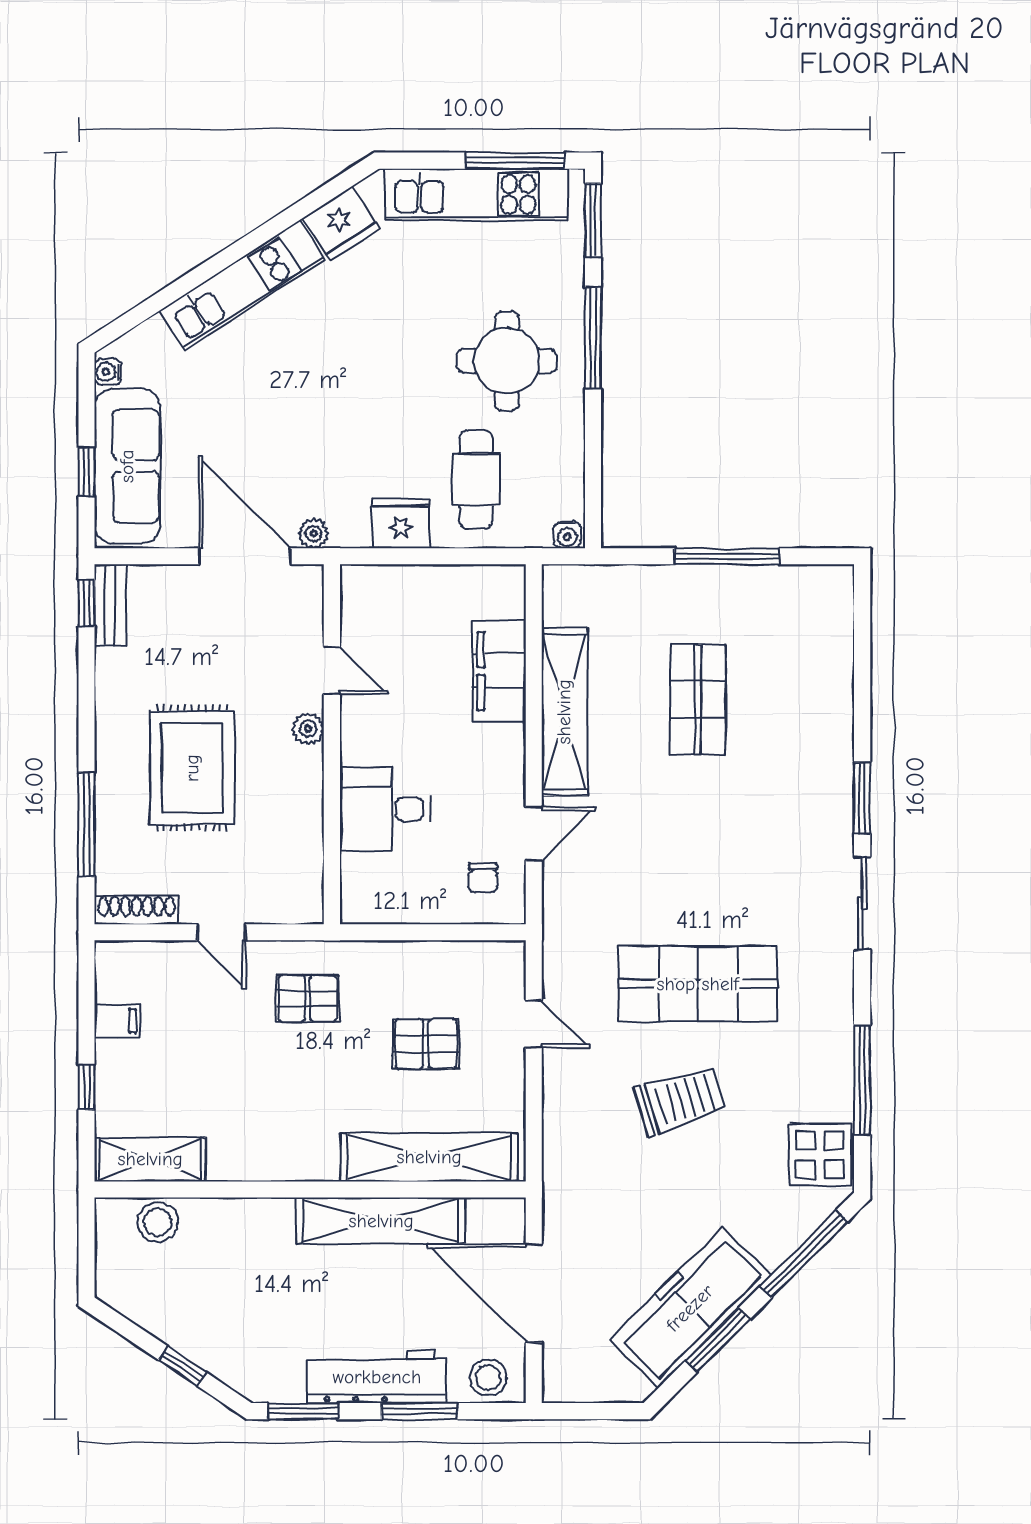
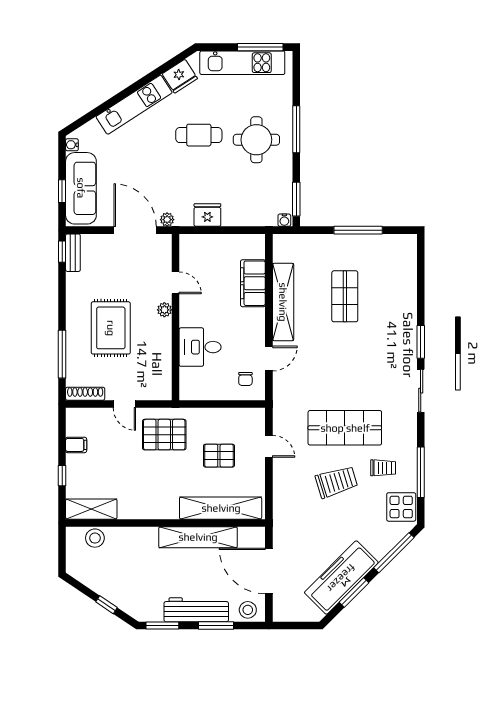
window: (593, 220) -> (296, 199), moved
cafe table: (476, 480) -> (199, 135), moved, turned 90
pallet: (308, 998) -> (164, 435), width x1.50, depth x1.42
trolley: (781, 1070) -> (383, 468), added

